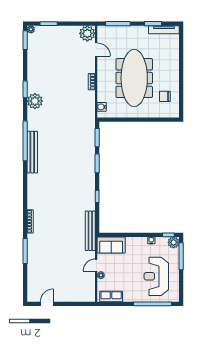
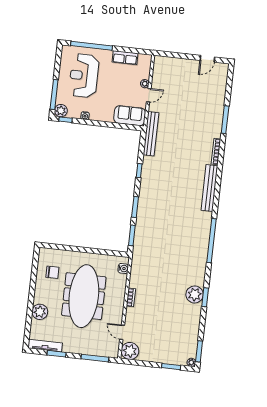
plant: (172, 60) -> (40, 312), added
plant: (35, 101) -> (195, 295), moved
bench: (32, 152) -> (209, 188), moved
reception desk: (156, 276) -> (84, 76), turned 180
row of seats: (111, 297) -> (125, 58), moved

